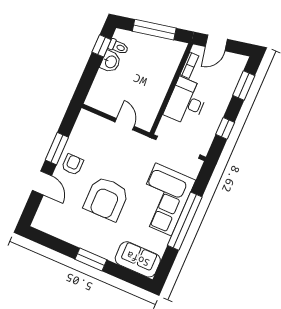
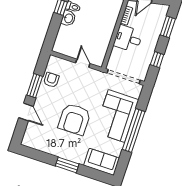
desk: (186, 102) -> (128, 39), width x0.73
armchair: (72, 165) -> (51, 80), moved

